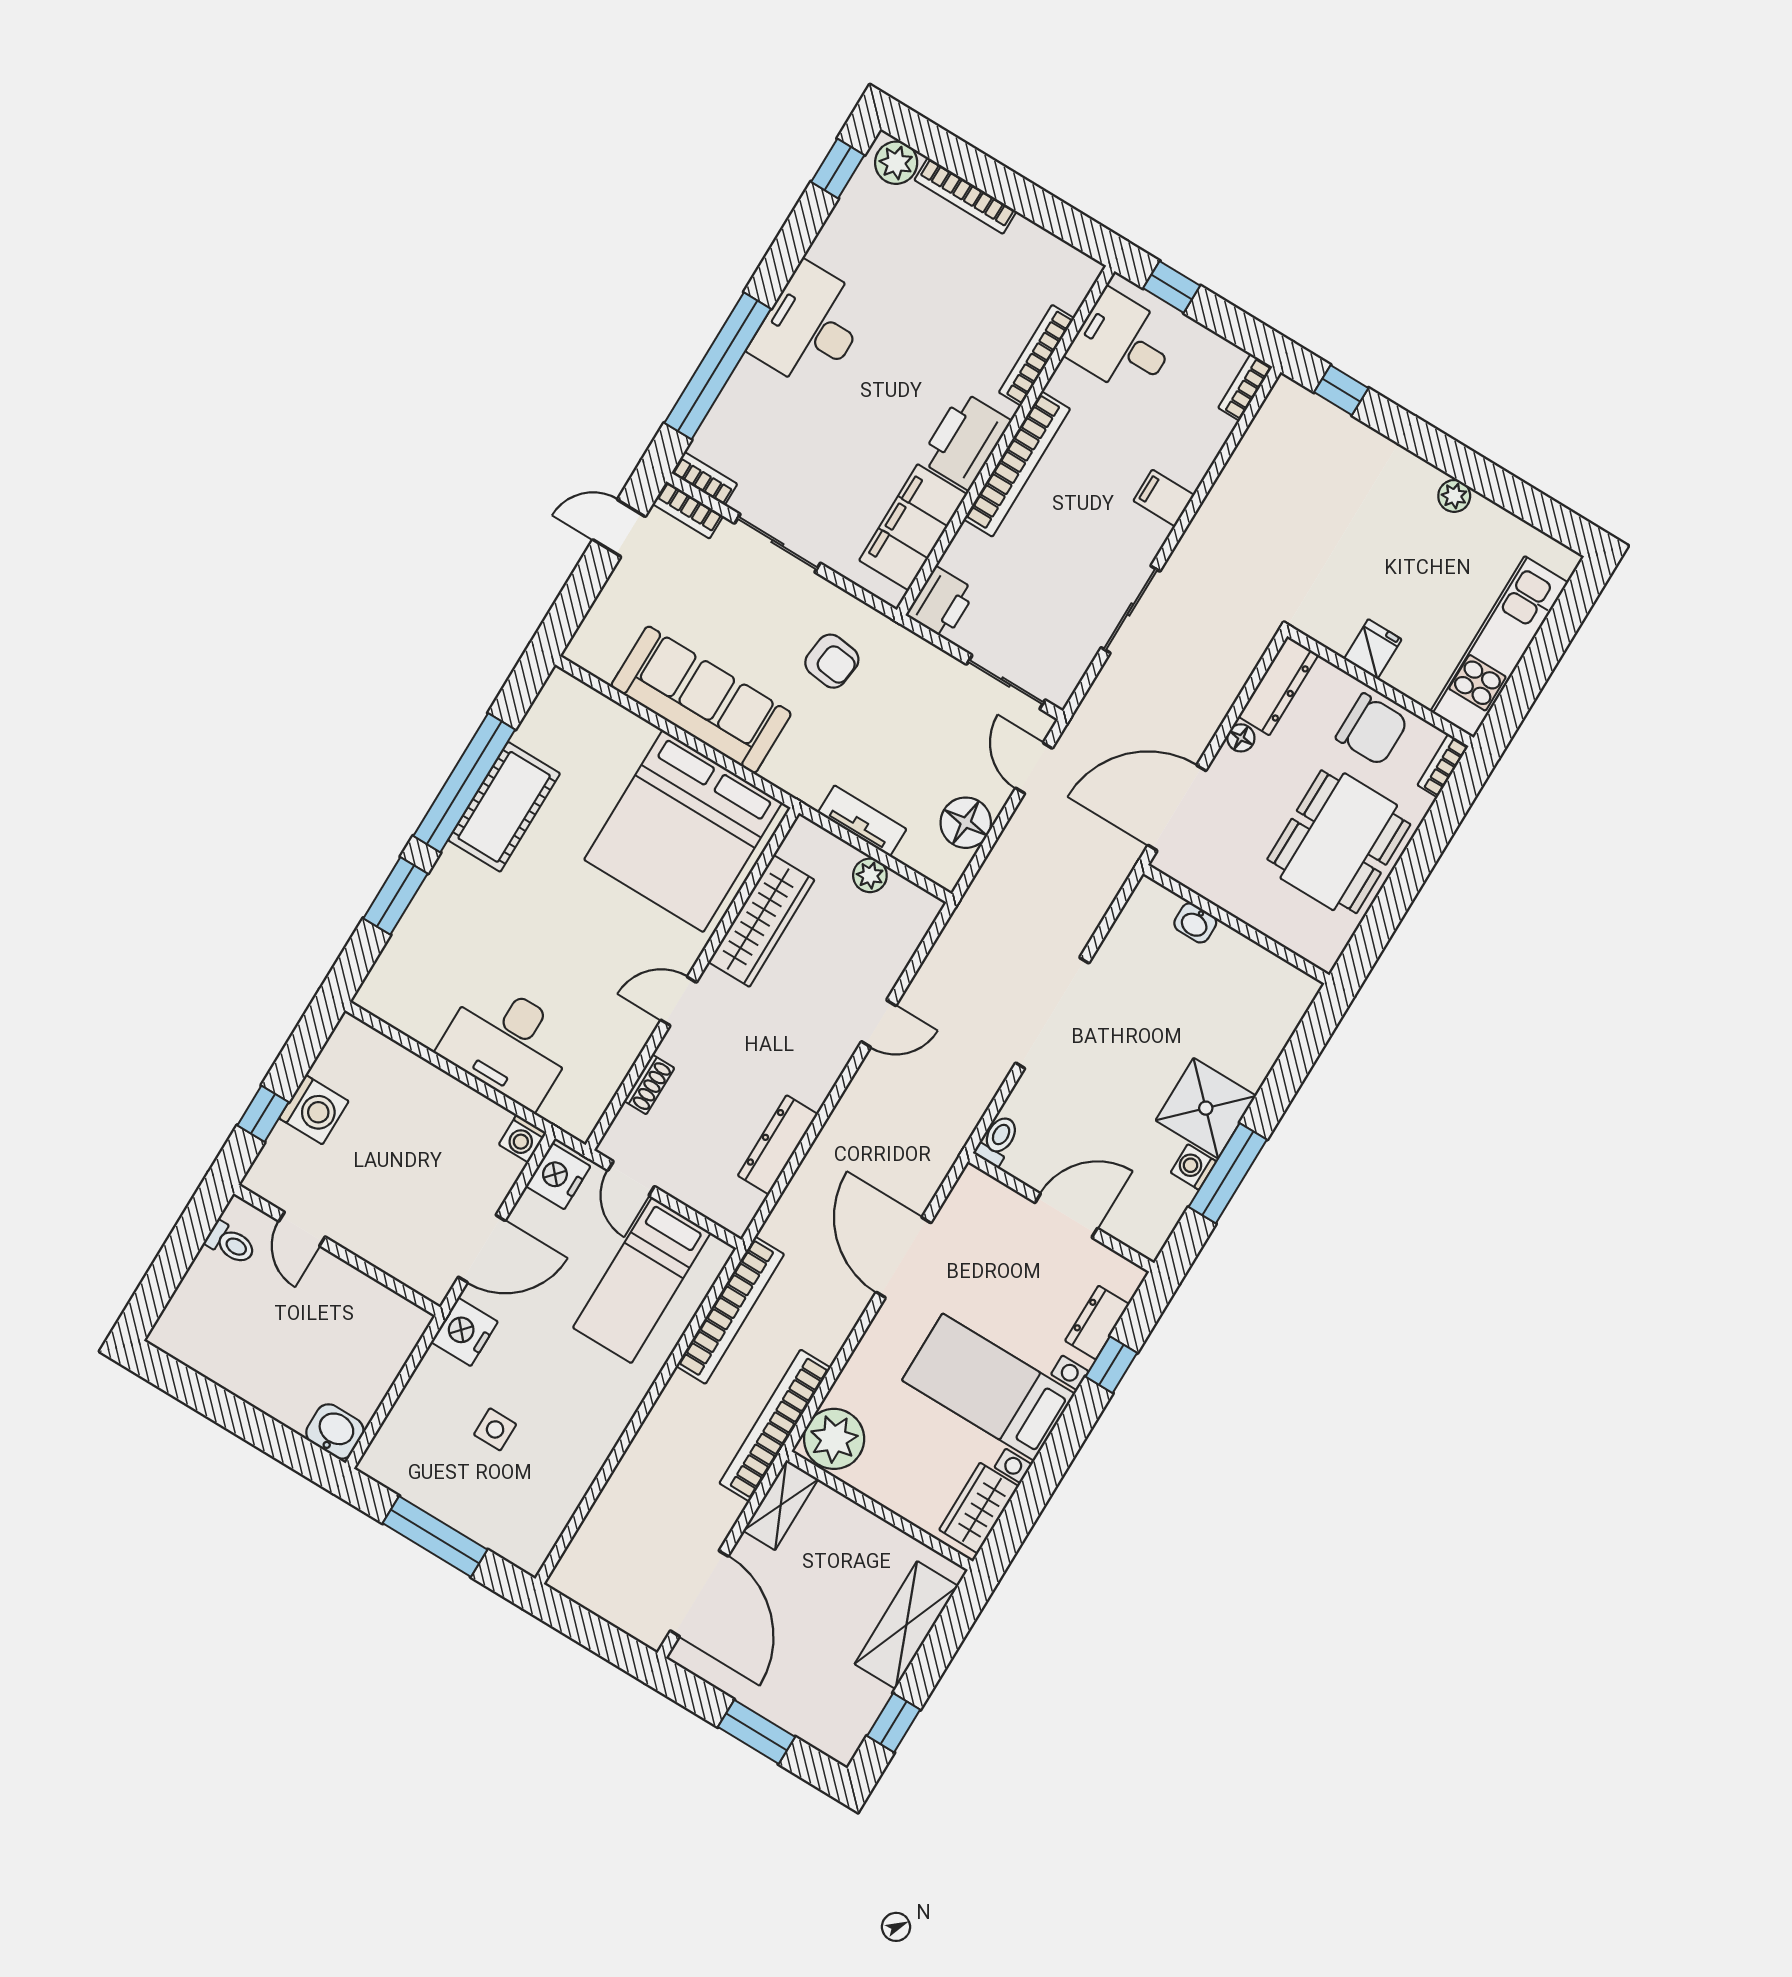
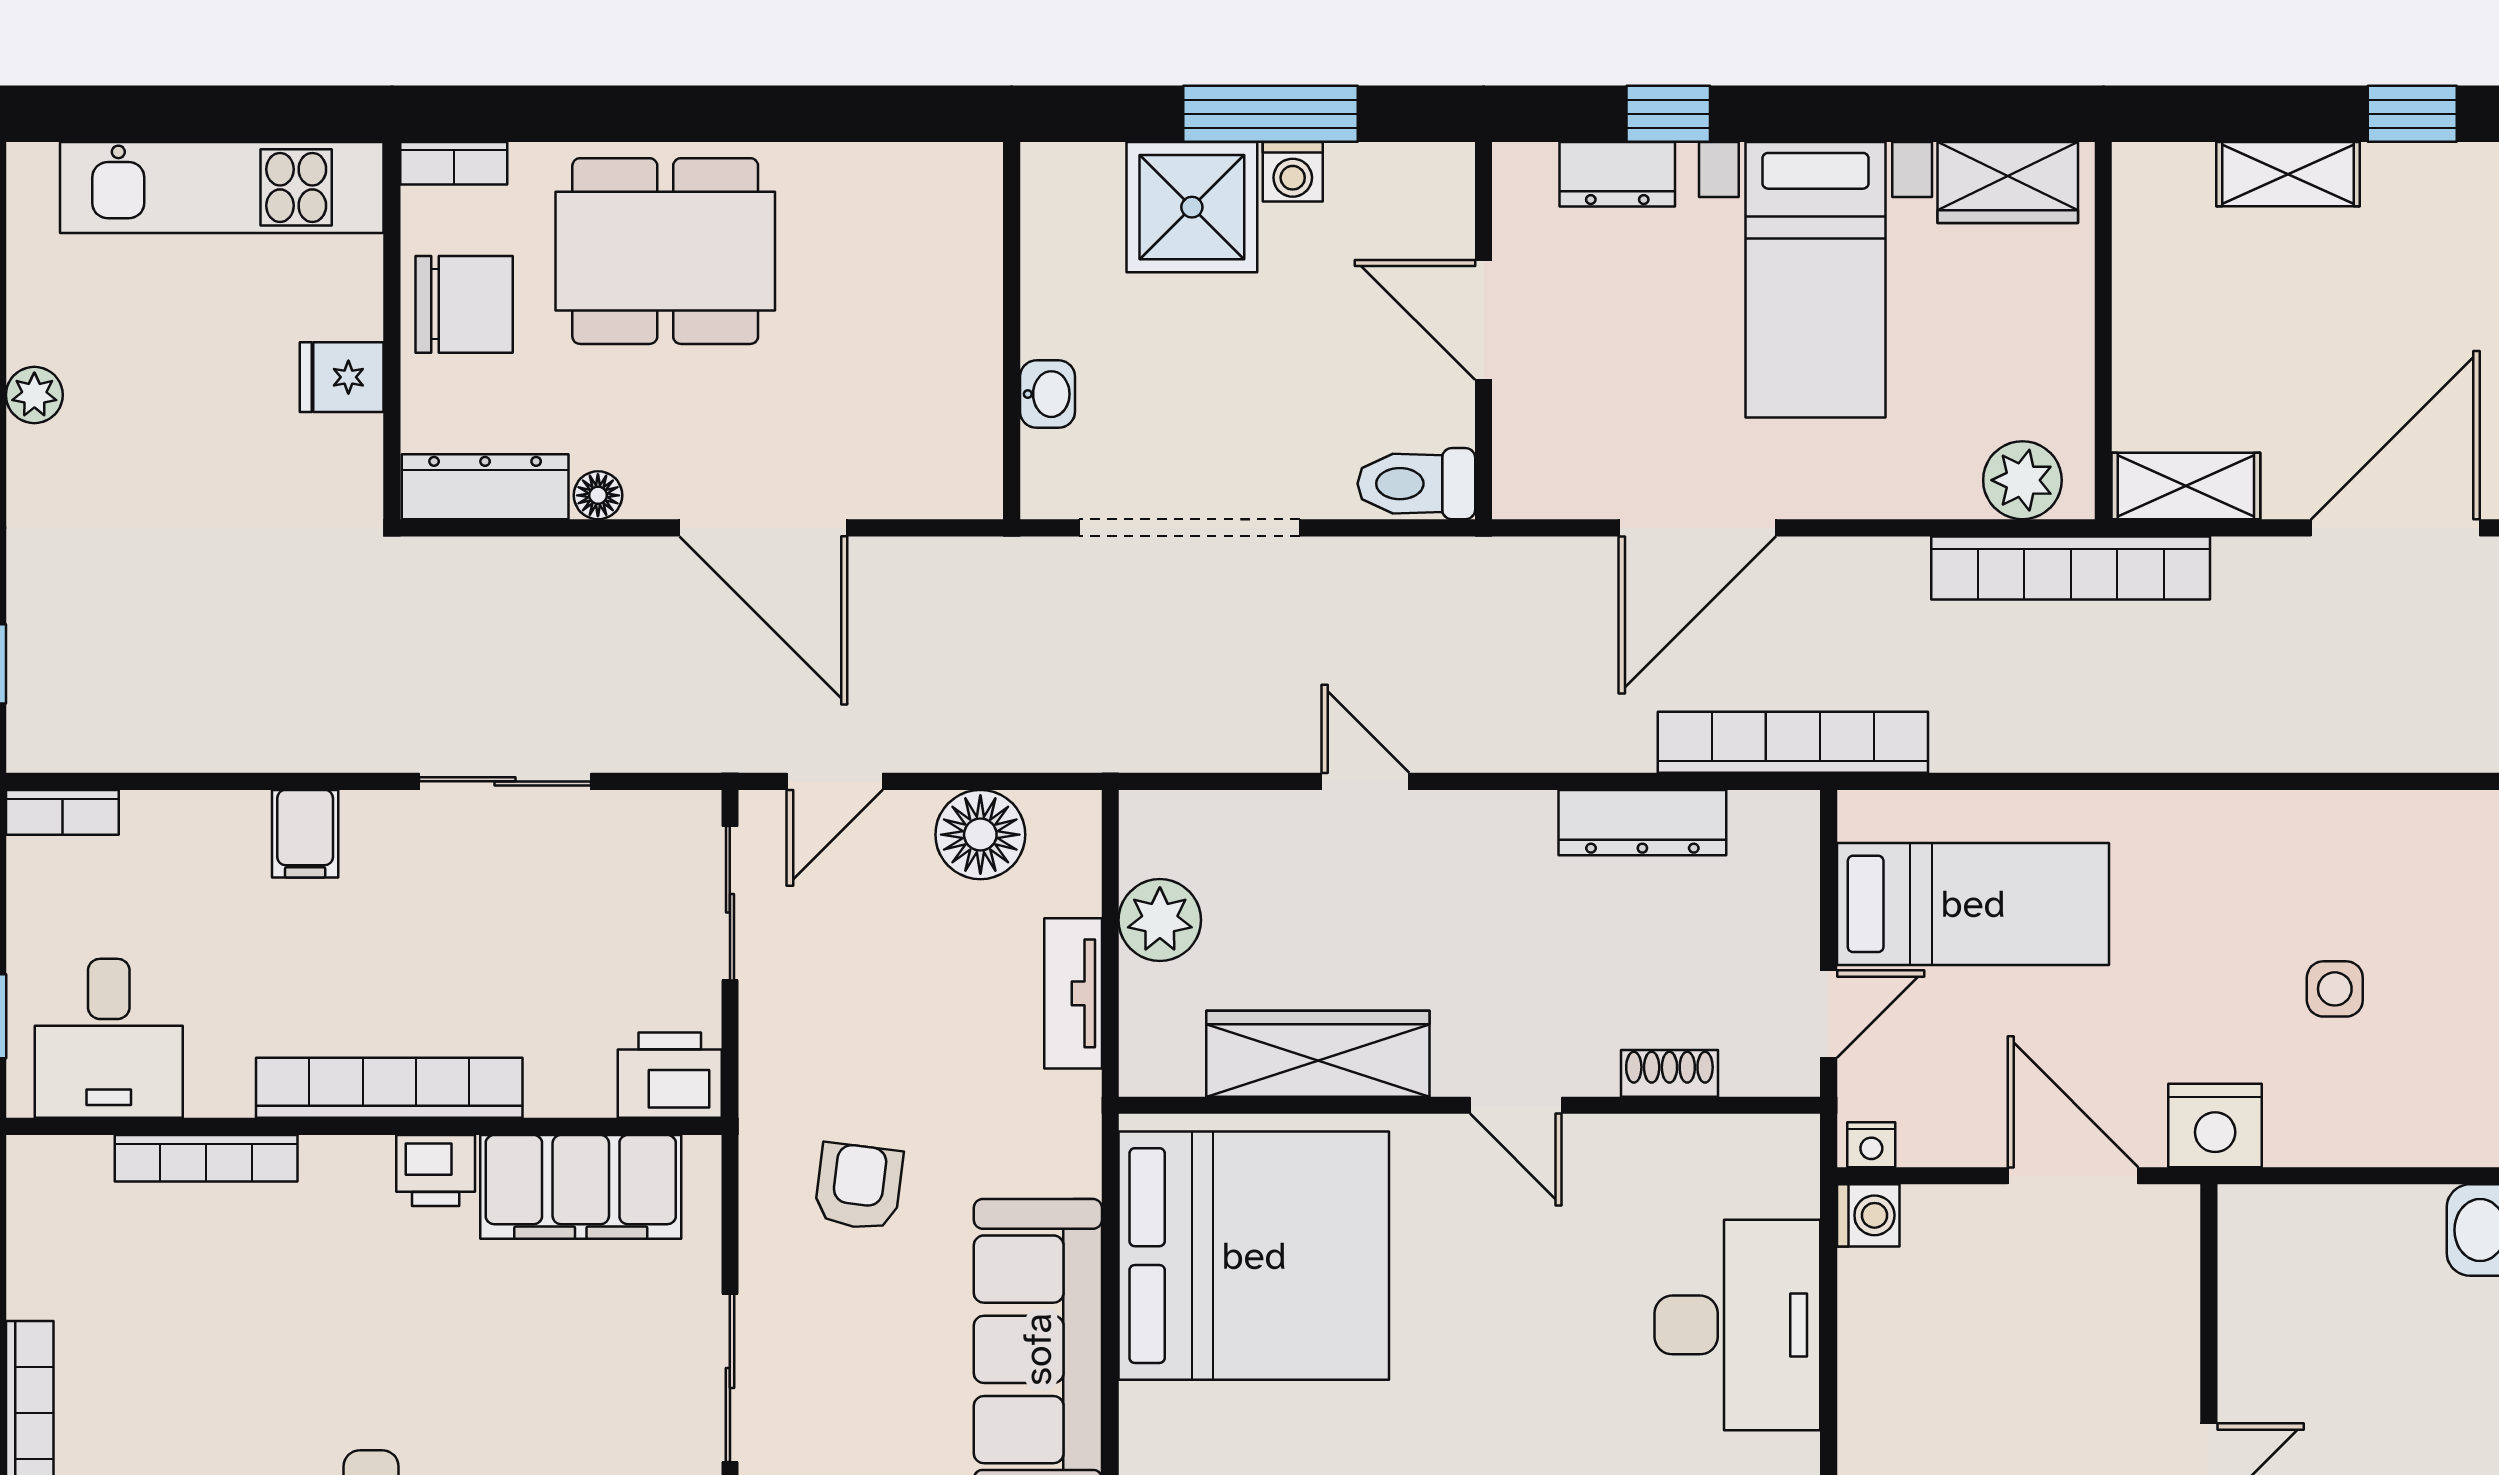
printer: (965, 441) -> (436, 1171), width x0.53, depth x0.68
chair: (1372, 729) -> (464, 304), turned 90
plant: (870, 875) -> (1160, 920), width x1.38, depth x1.38
washbasin: (1195, 923) -> (1047, 394), moved
wall: (1236, 924) -> (1012, 331), moved
toilet: (998, 1140) -> (1416, 484), width x1.37, depth x1.39
nightstand: (558, 1176) -> (1871, 1145), width x0.53, depth x0.56
bookcase: (730, 1310) -> (1793, 742), moved
plant: (834, 1439) -> (2022, 480), width x0.73, depth x0.73
shelving: (906, 1625) -> (2288, 174), width x0.67, depth x0.75

